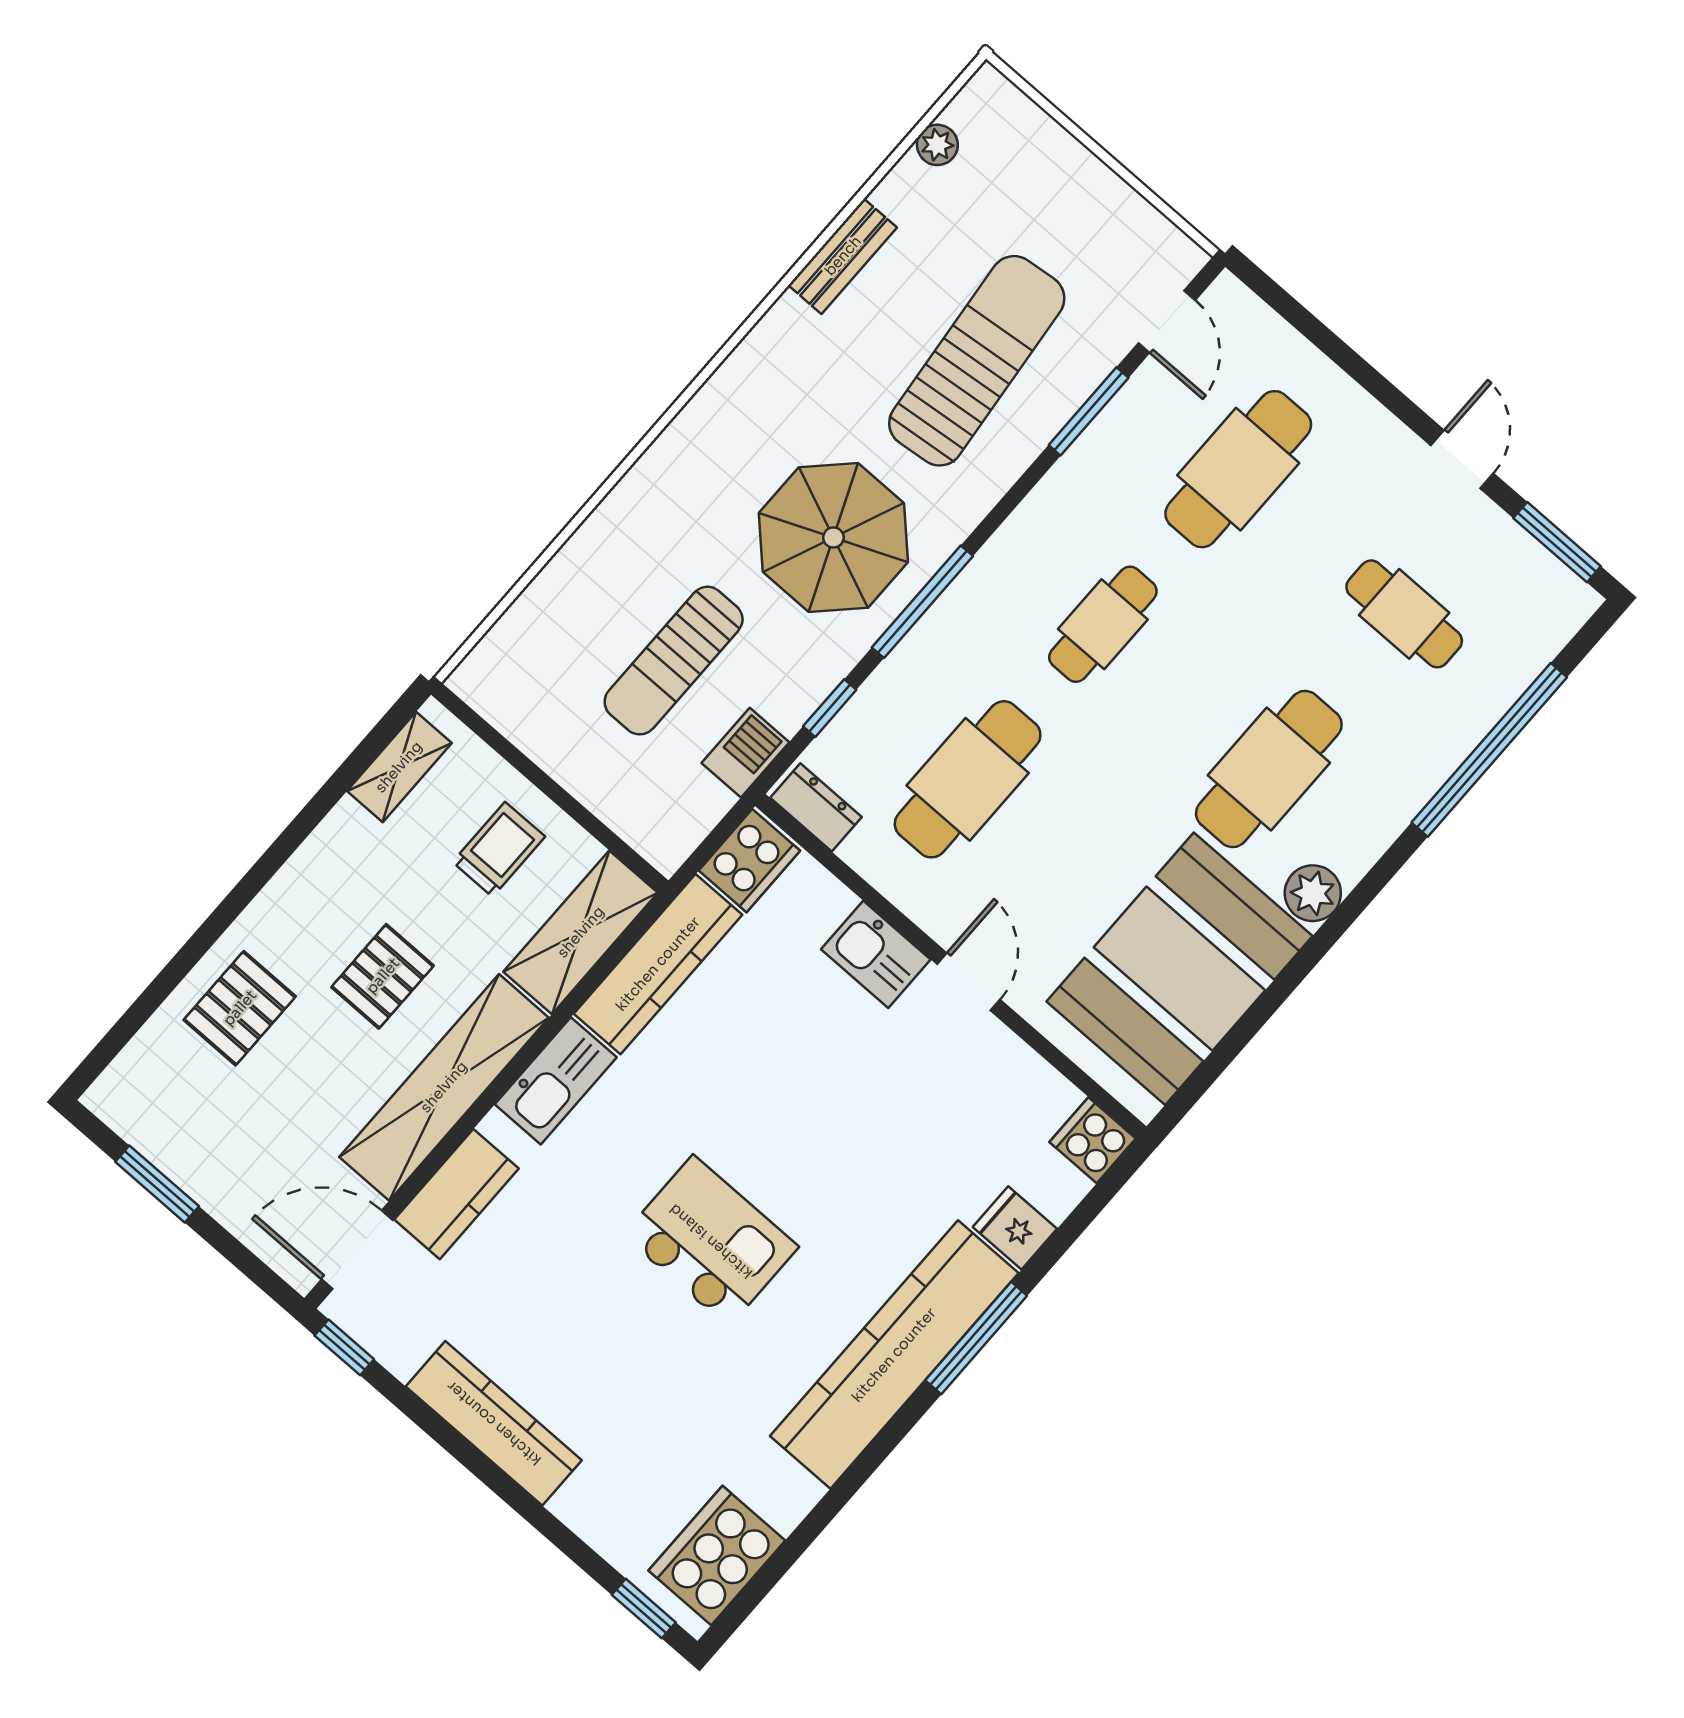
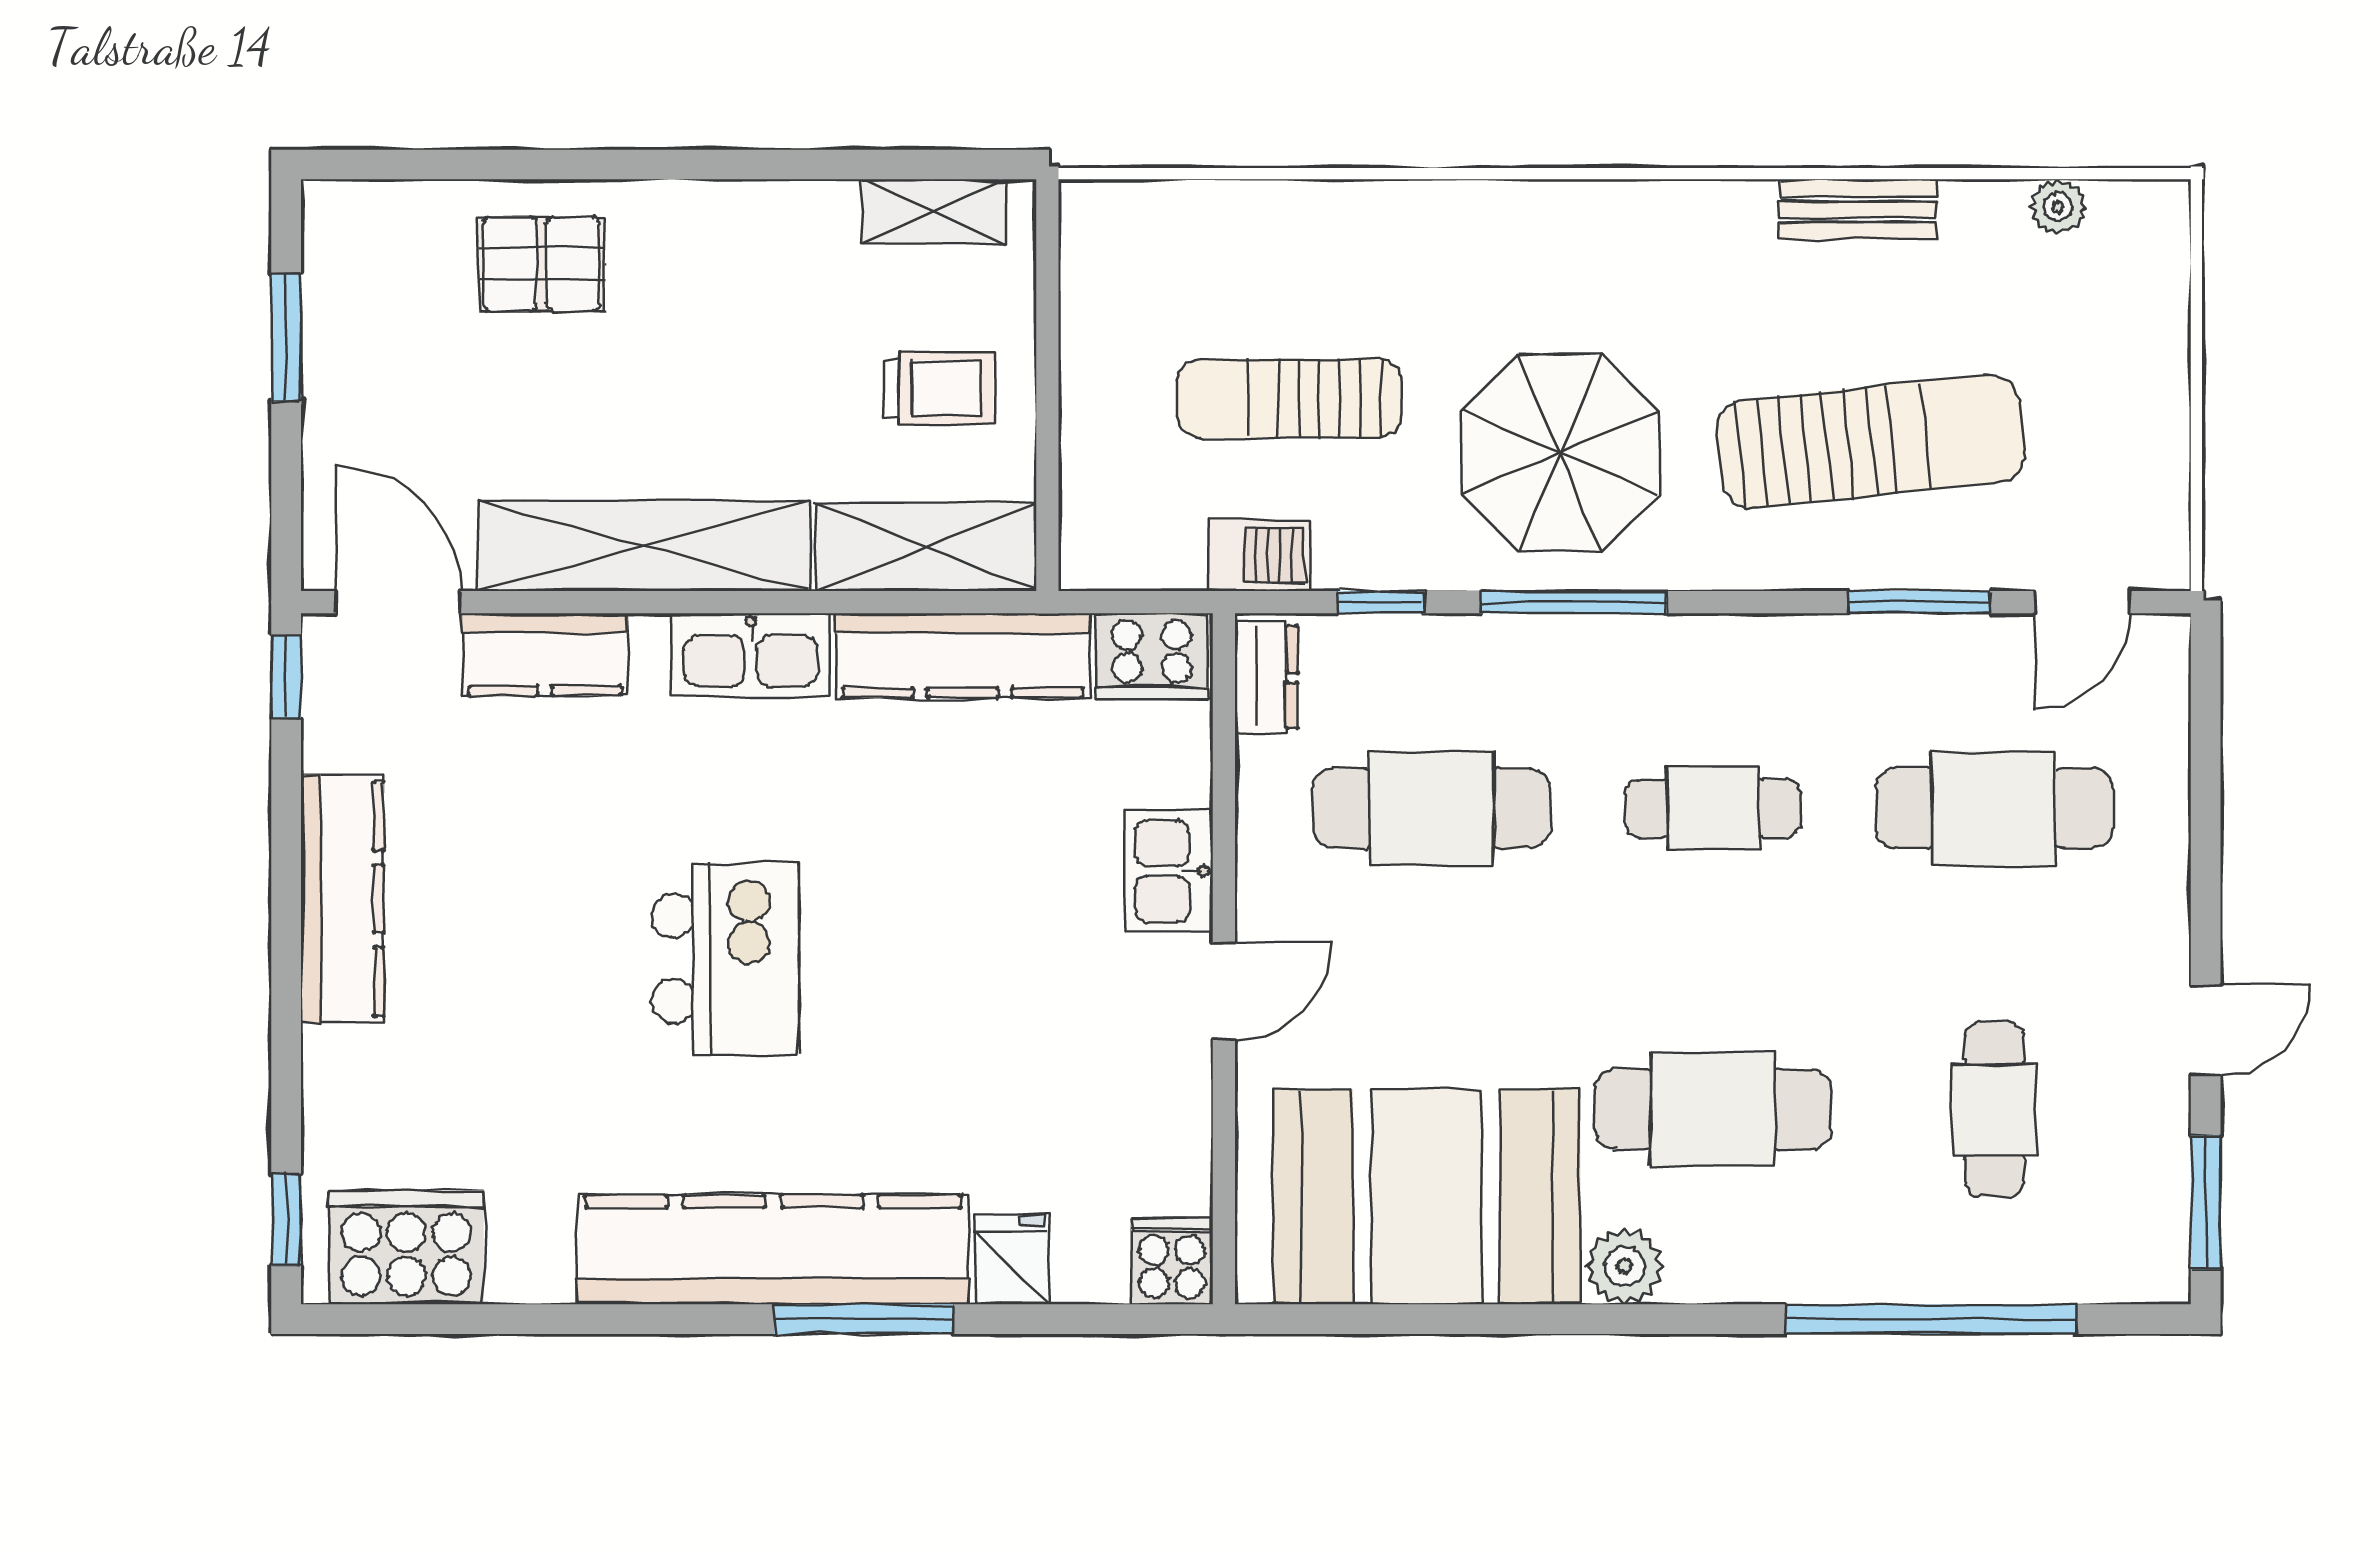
pallet: (383, 976) -> (703, 383), removed

